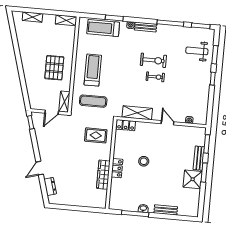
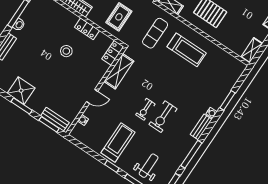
treadmill: (103, 28) -> (118, 142), moved
bench: (199, 158) -> (55, 119), moved
locker: (117, 168) -> (87, 29), moved

